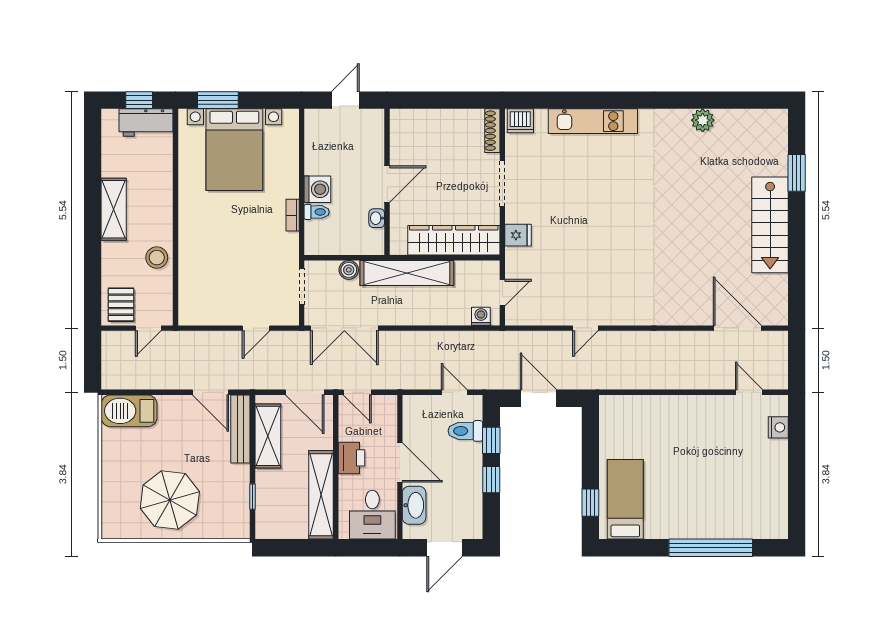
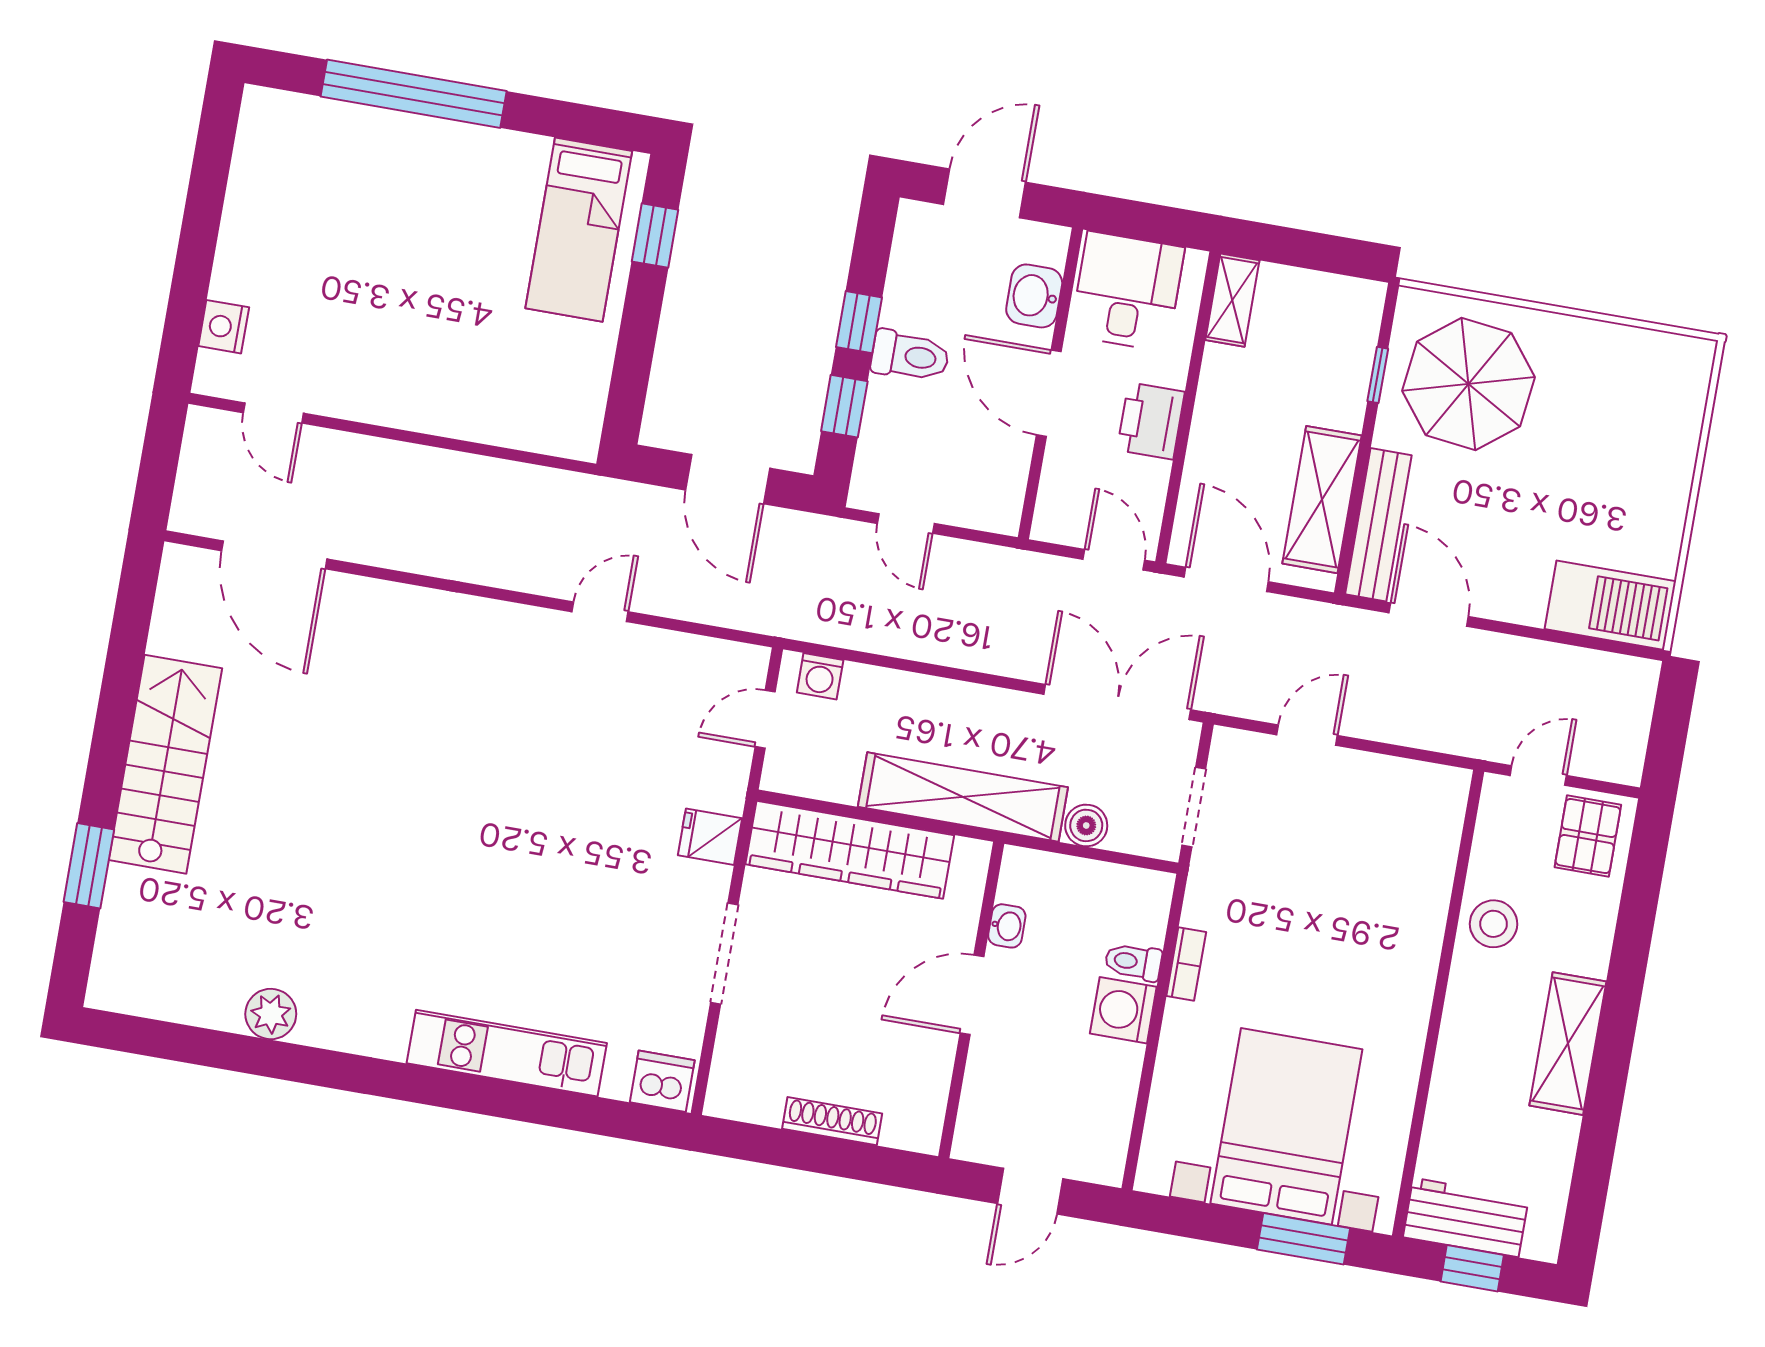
shoe rack: (492, 131) -> (832, 1121), moved, turned -90
toilet: (465, 431) -> (910, 356), moved
shelving: (321, 495) -> (1232, 300), width x0.45, depth x0.75
parasol: (170, 500) -> (1469, 384), moved
washbasin: (414, 505) -> (1034, 296), width x0.72

